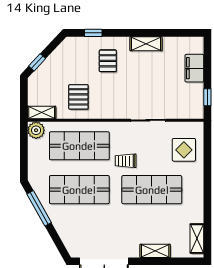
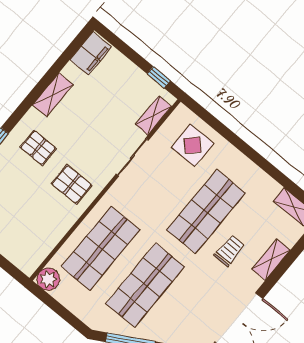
filing cabinet: (194, 68) -> (91, 53), moved, turned -90
pallet: (78, 97) -> (72, 184), moved
shelving: (42, 112) -> (153, 115), moved
trolley: (126, 161) -> (229, 250), moved, turned 180

